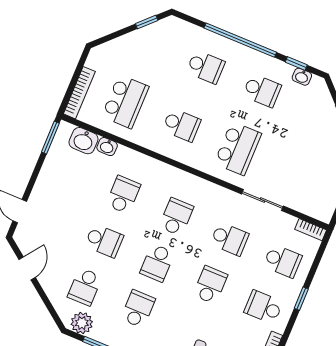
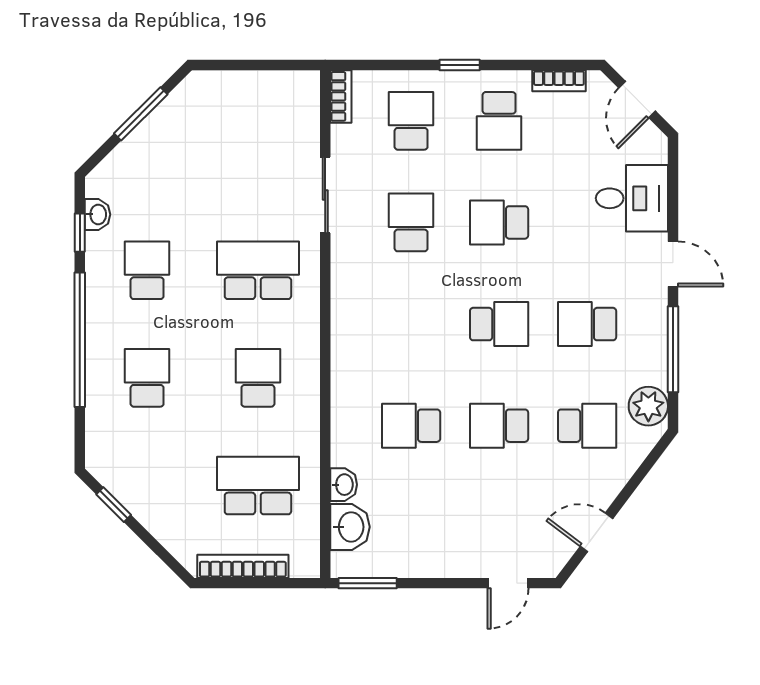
bookcase: (79, 93) -> (243, 566), moved
school desk: (176, 217) -> (411, 324), removed
school desk: (104, 241) -> (499, 426), turned -90

